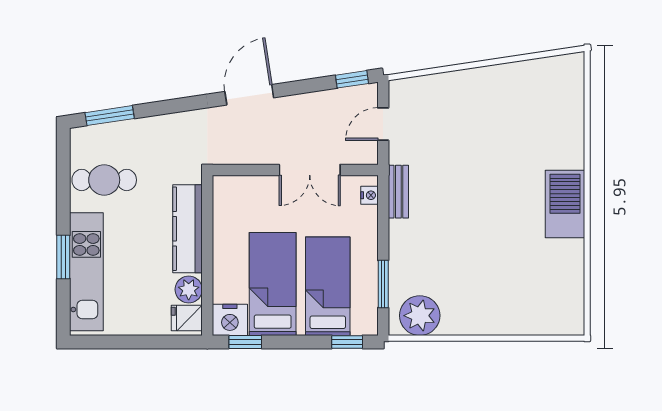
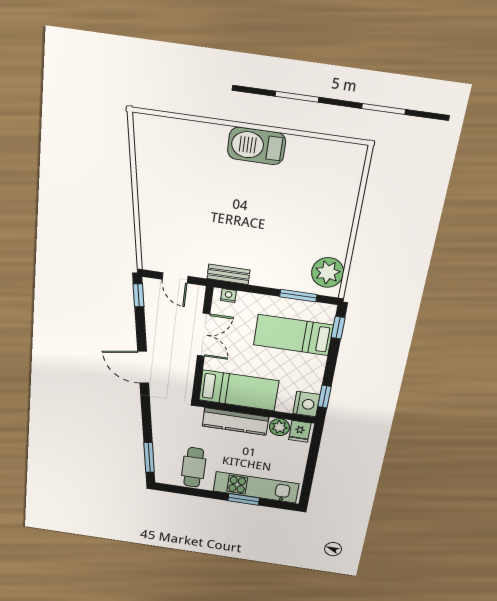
bed: (273, 284) -> (239, 390), moved, turned 180

